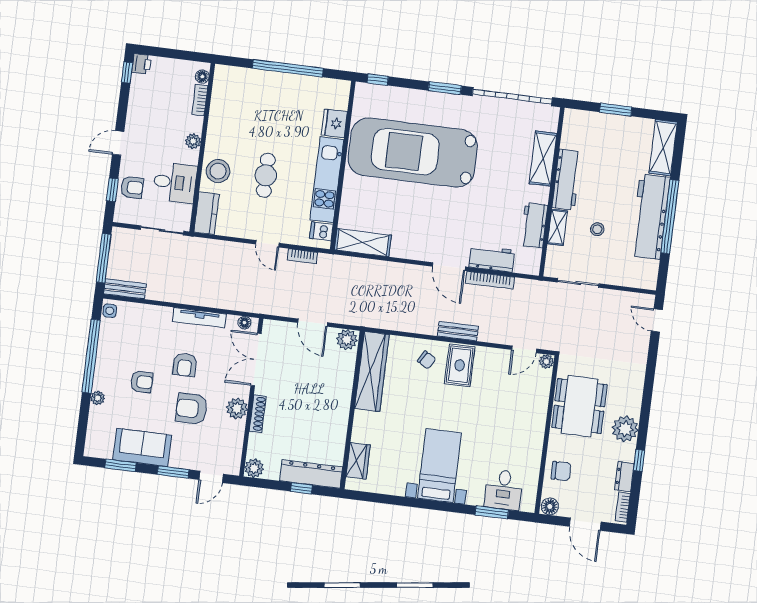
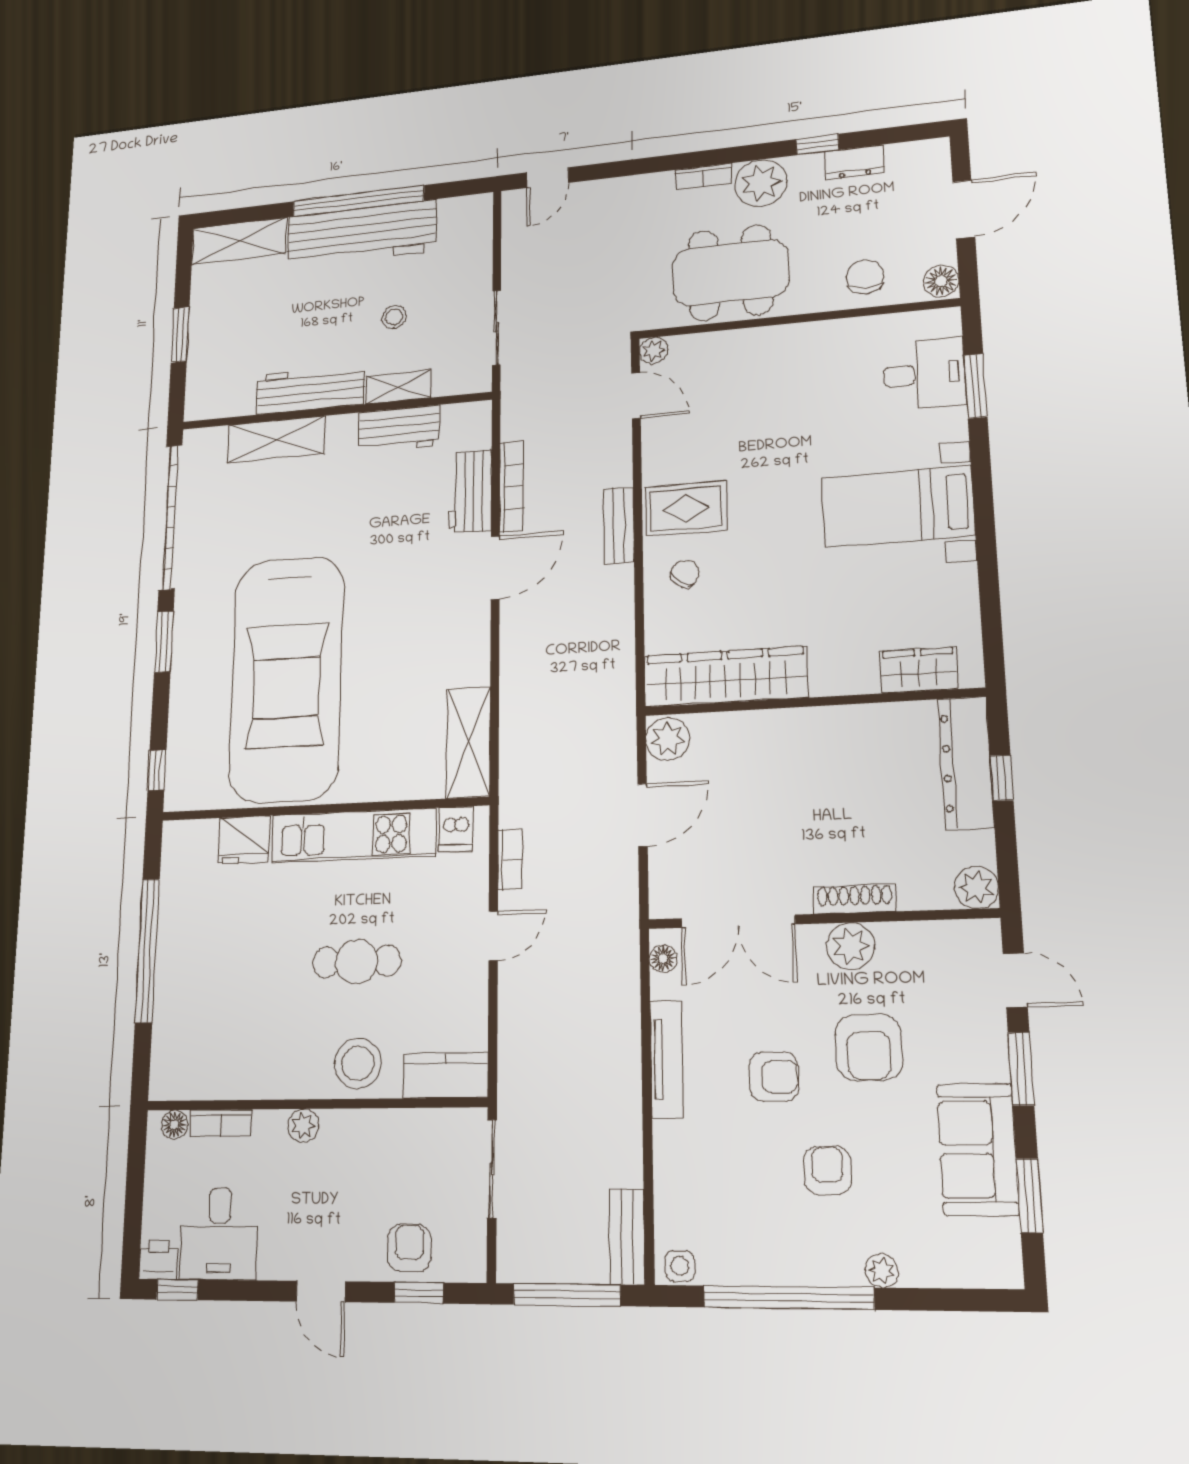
desk: (175, 183) -> (219, 1234), moved, turned 180
bookcase: (623, 507) -> (703, 177), moved

